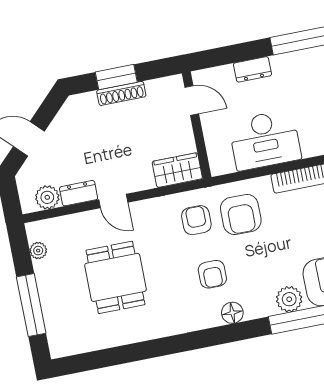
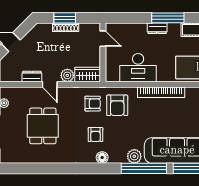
dresser: (252, 69) -> (157, 28), moved
plant: (47, 197) -> (67, 75), moved
armchair: (196, 220) -> (93, 104), turned 90

